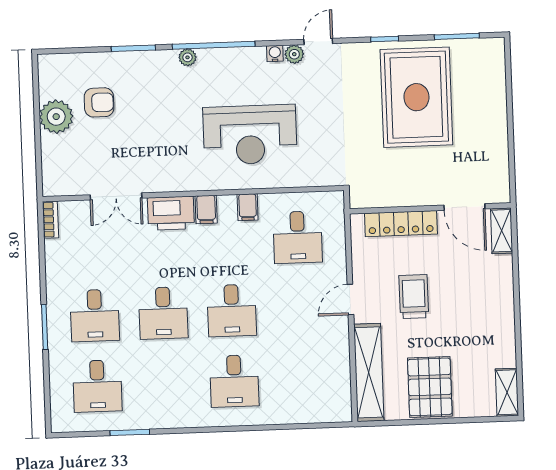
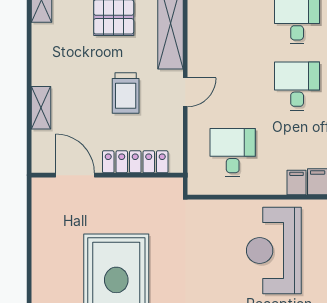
reception desk: (250, 135) -> (274, 250), turned -90
filing cabinet: (248, 207) -> (297, 183), moved
shelving: (502, 231) -> (41, 108), moved

